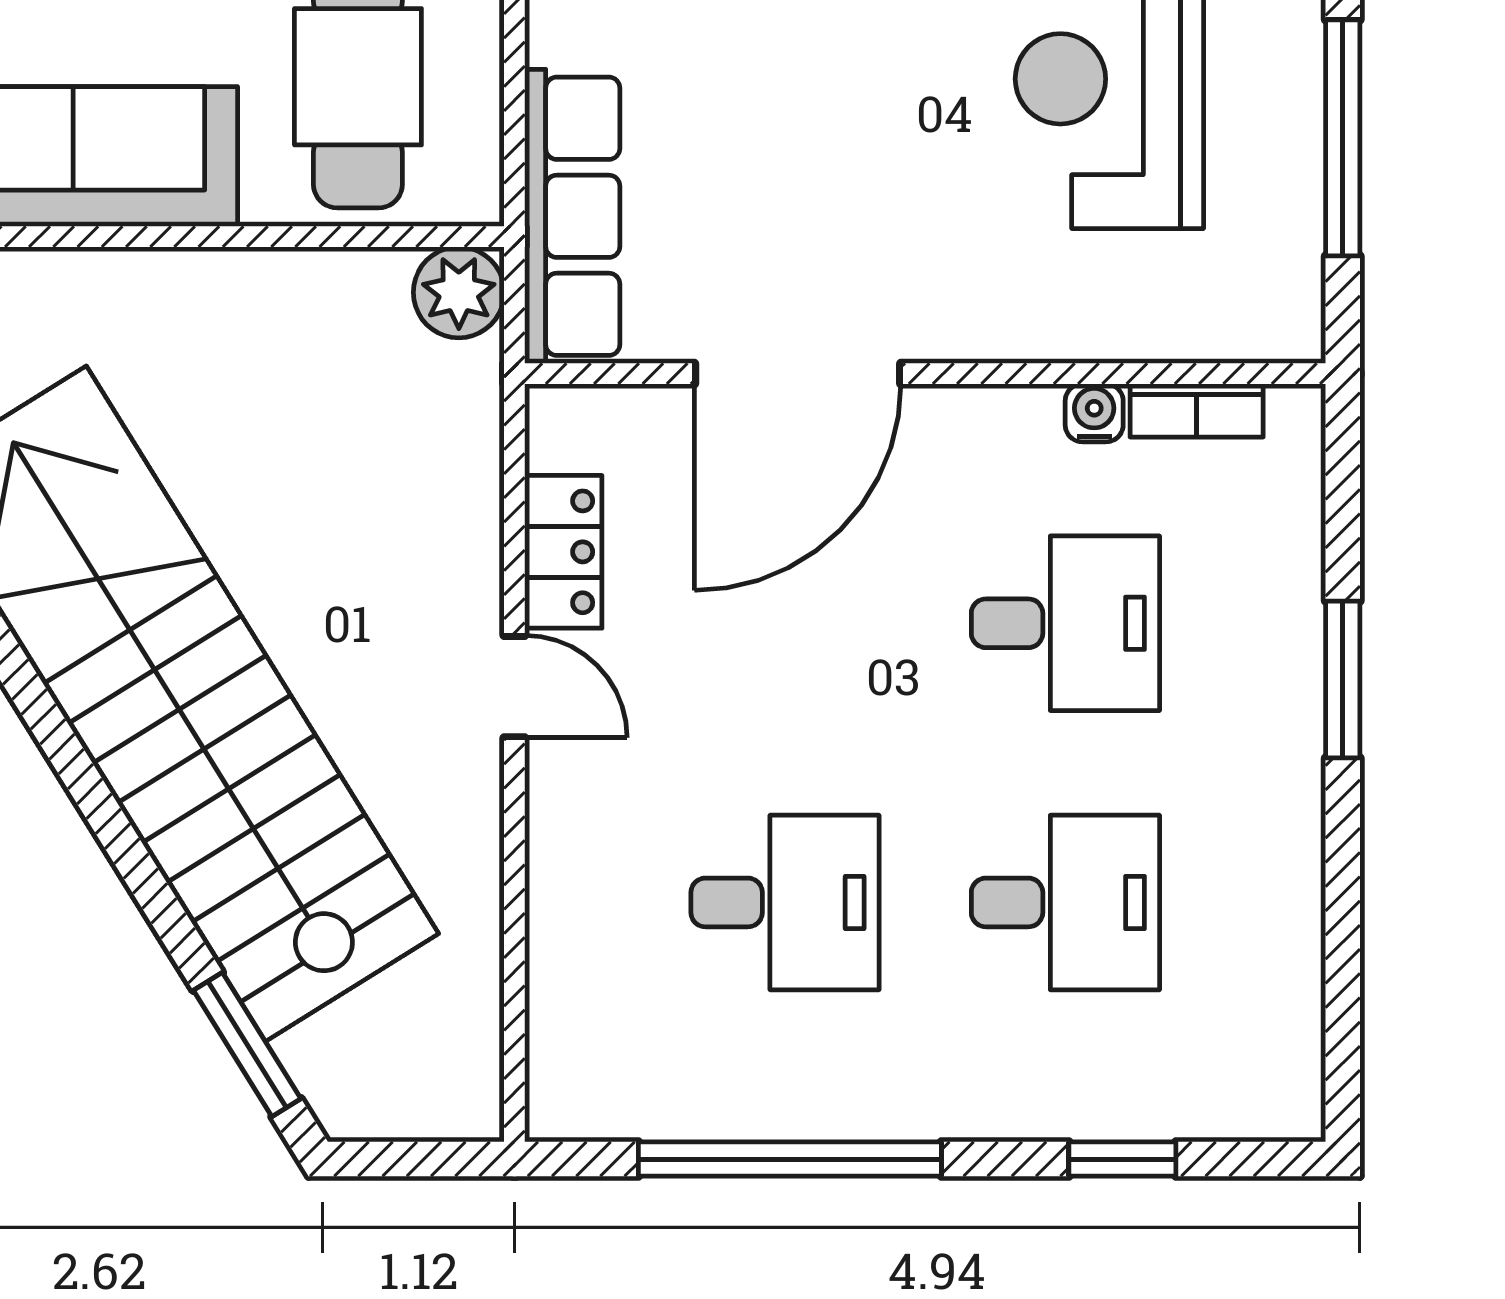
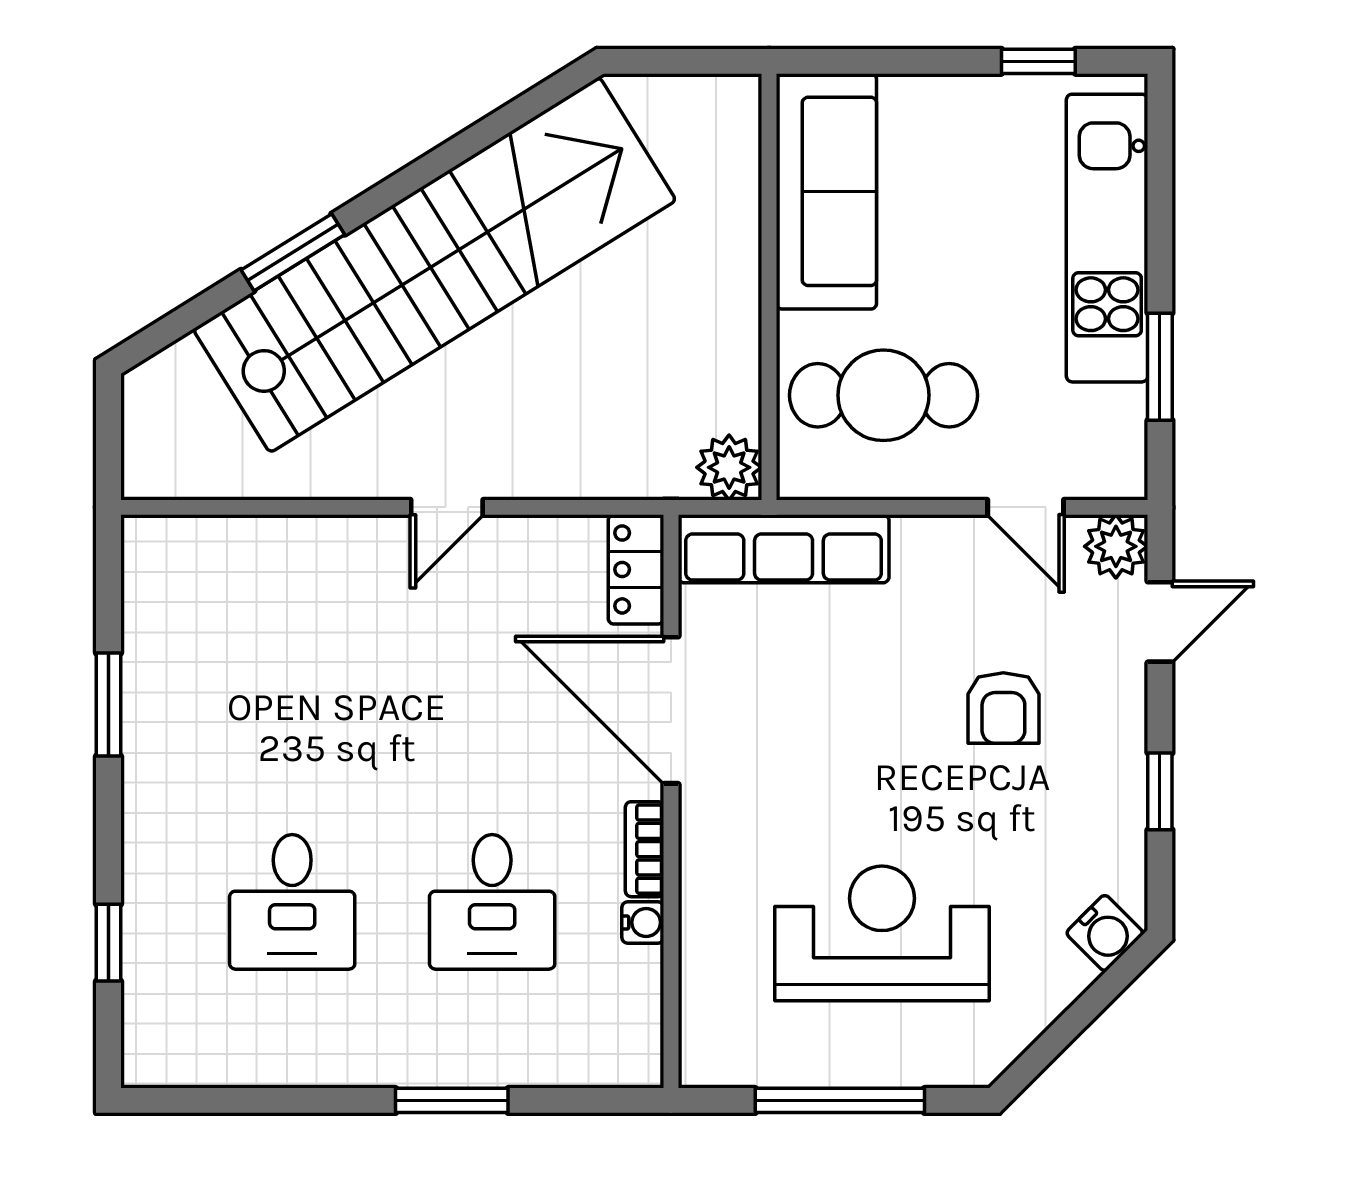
bookcase: (1197, 410) -> (645, 849), moved
locker: (563, 552) -> (636, 569), moved, turned 90
desk: (785, 902) -> (292, 701), removed
window: (247, 1045) -> (293, 252), moved
window: (790, 1159) -> (108, 705), width x0.47

